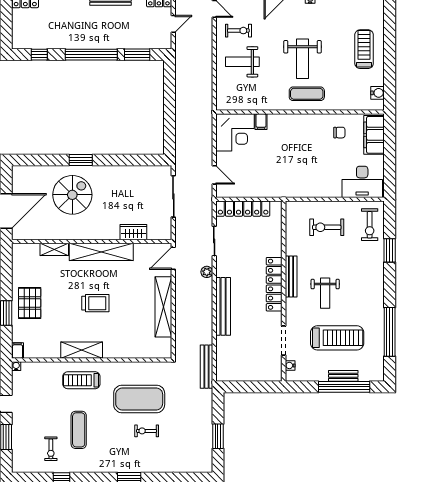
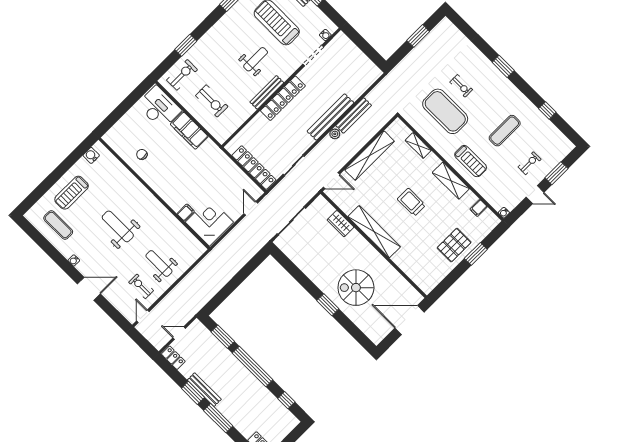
weight bench: (302, 59) -> (118, 226), turned -90
weight bench: (242, 62) -> (159, 264), turned 180
exercise mat: (307, 94) -> (58, 225), moved
filing cabinet: (374, 135) -> (189, 130), moved, turned 90
shelving: (54, 249) -> (418, 145), moved
plant: (207, 272) -> (335, 134), moved
filing cabinet: (17, 350) -> (479, 208), moved
bench: (206, 367) -> (354, 116), moved
exercise bike: (51, 449) -> (530, 163), moved

